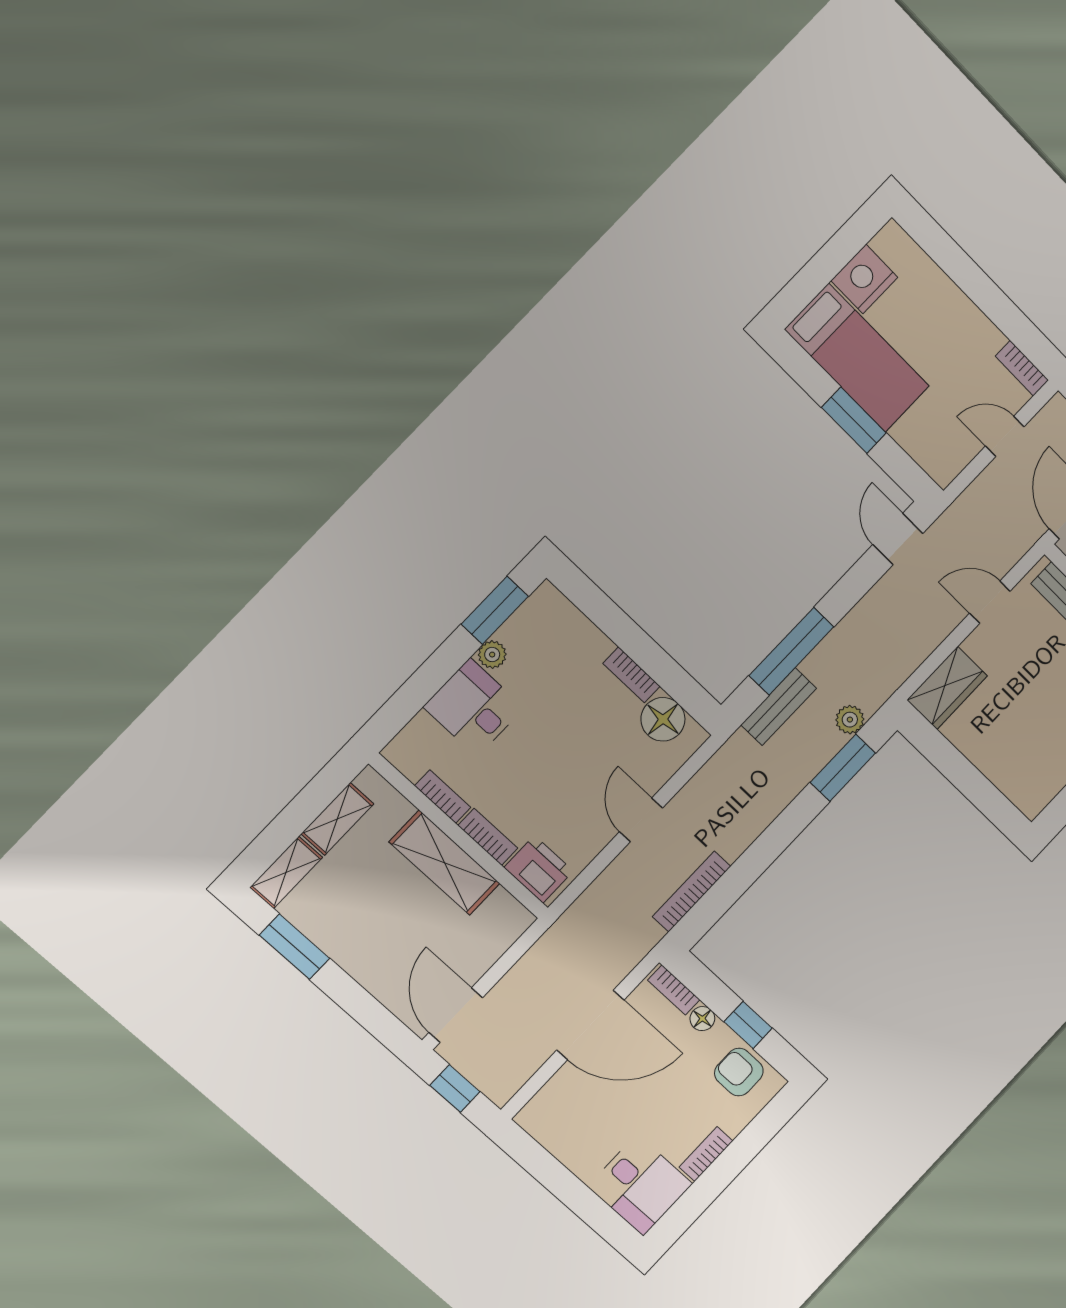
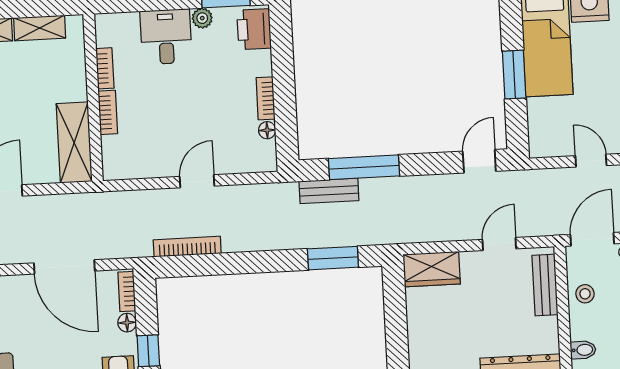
door: (990, 602) -> (499, 244), hinge flipped
floor lamp: (663, 719) -> (267, 130), width x0.53, depth x0.53
plant: (850, 720) -> (361, 235), removed
shelving: (445, 863) -> (74, 143), moved
printer: (539, 869) -> (254, 29), moved, turned 180

